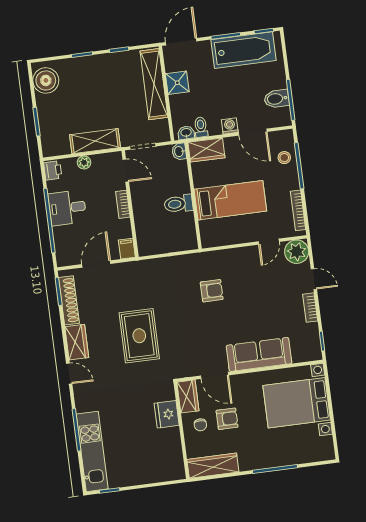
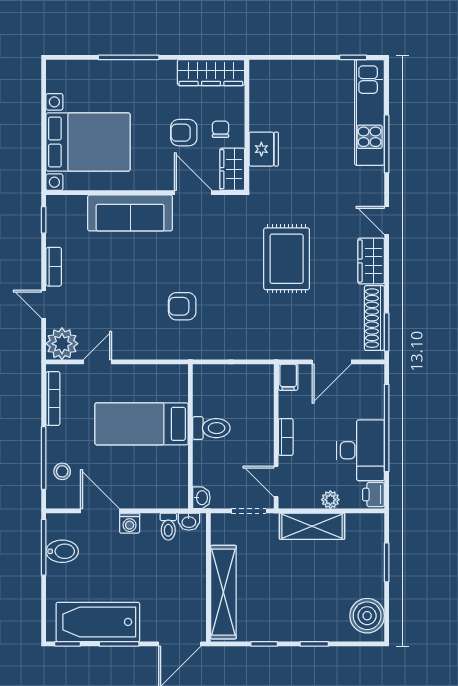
shower: (177, 83) -> (192, 590), removed
wardrobe: (206, 150) -> (165, 495), removed
desk: (67, 208) -> (361, 450), width x1.37

